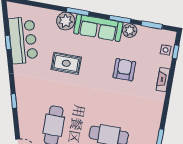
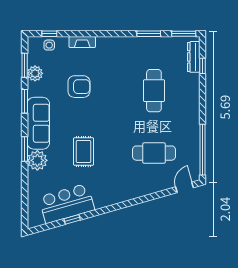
plant: (130, 30) -> (35, 73), moved
armchair: (124, 70) -> (79, 87), turned 180
window: (14, 101) -> (135, 201), removed

